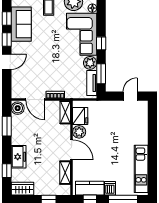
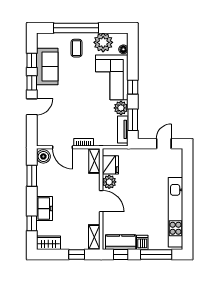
kitchen unit: (141, 169) -> (176, 212), width x1.36
shelving: (65, 173) -> (94, 237), moved

